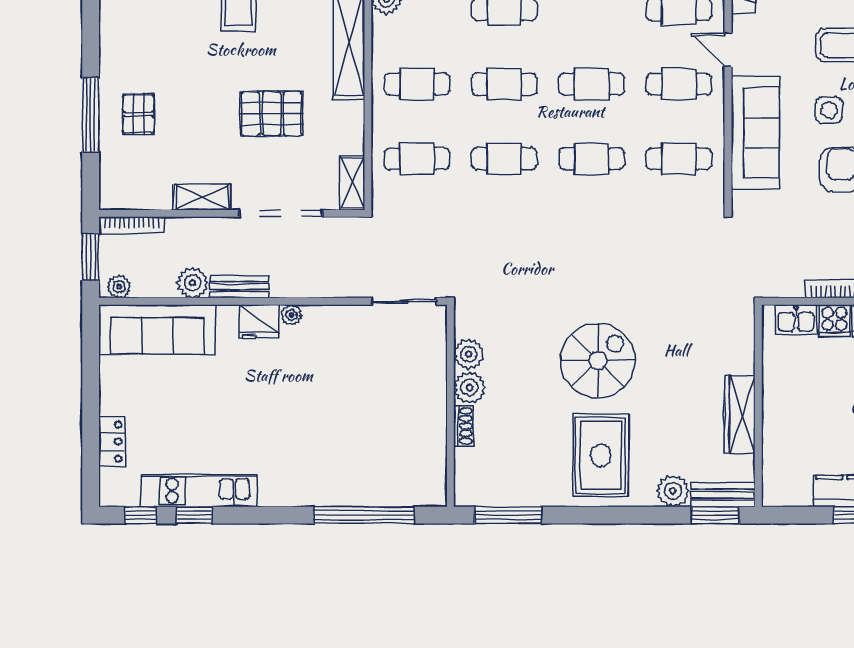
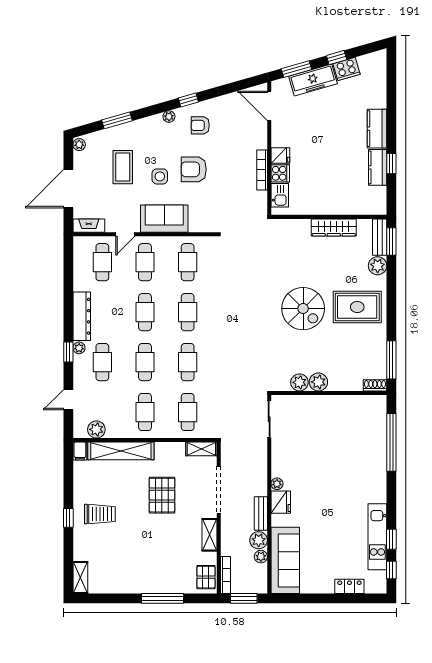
pallet: (138, 114) -> (206, 577), moved, turned 90
sofa: (755, 133) -> (164, 219), width x0.73
plant: (119, 287) -> (261, 557), moved
spiral stairs: (598, 361) -> (303, 309), turned 180
shoe rack: (464, 426) -> (375, 385), moved

